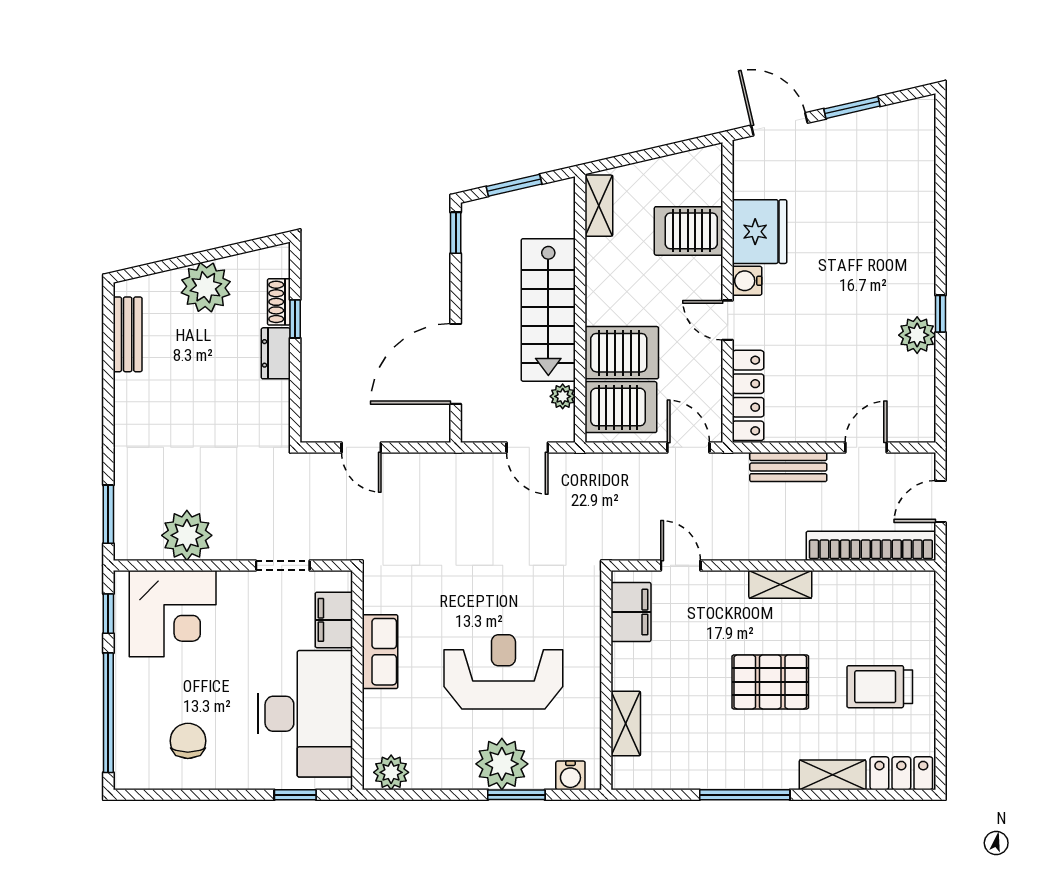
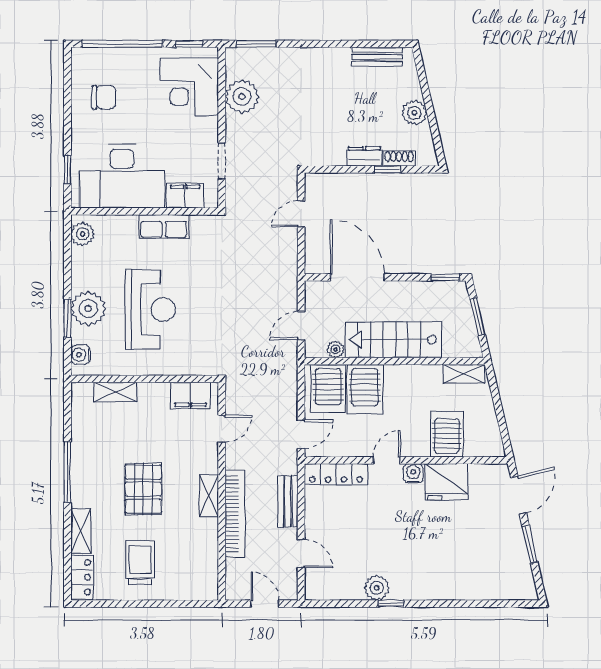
plant: (206, 287) -> (414, 113), width x0.73, depth x0.73
bookcase: (871, 546) -> (235, 514), moved

